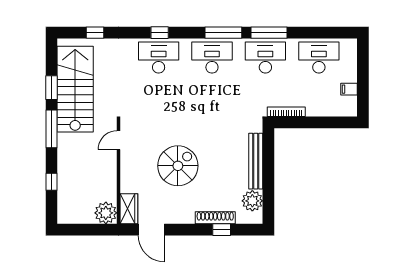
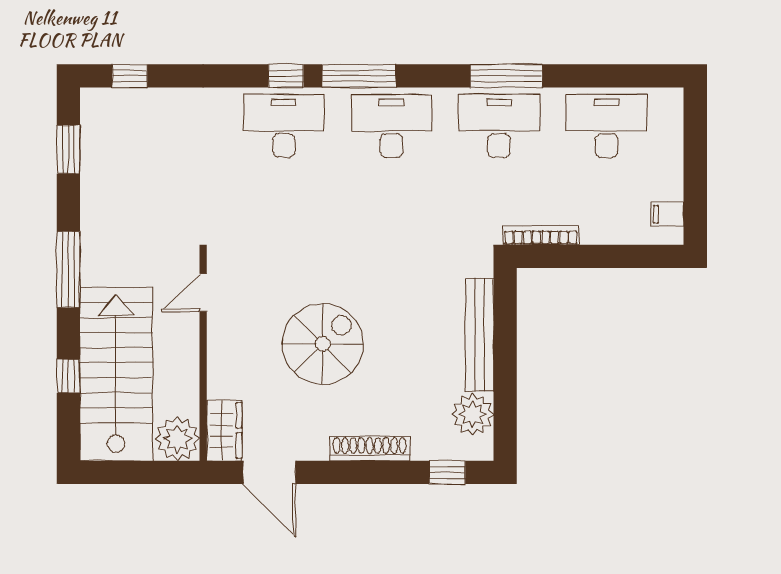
window: (95, 33) -> (130, 76), moved
window: (223, 33) -> (359, 76), moved
window: (52, 88) -> (68, 149), moved
stairs: (75, 89) -> (116, 374), moved
filing cabinet: (349, 89) -> (667, 214), moved
shoe rack: (215, 218) -> (370, 448), moved
window: (222, 230) -> (447, 472), moved

